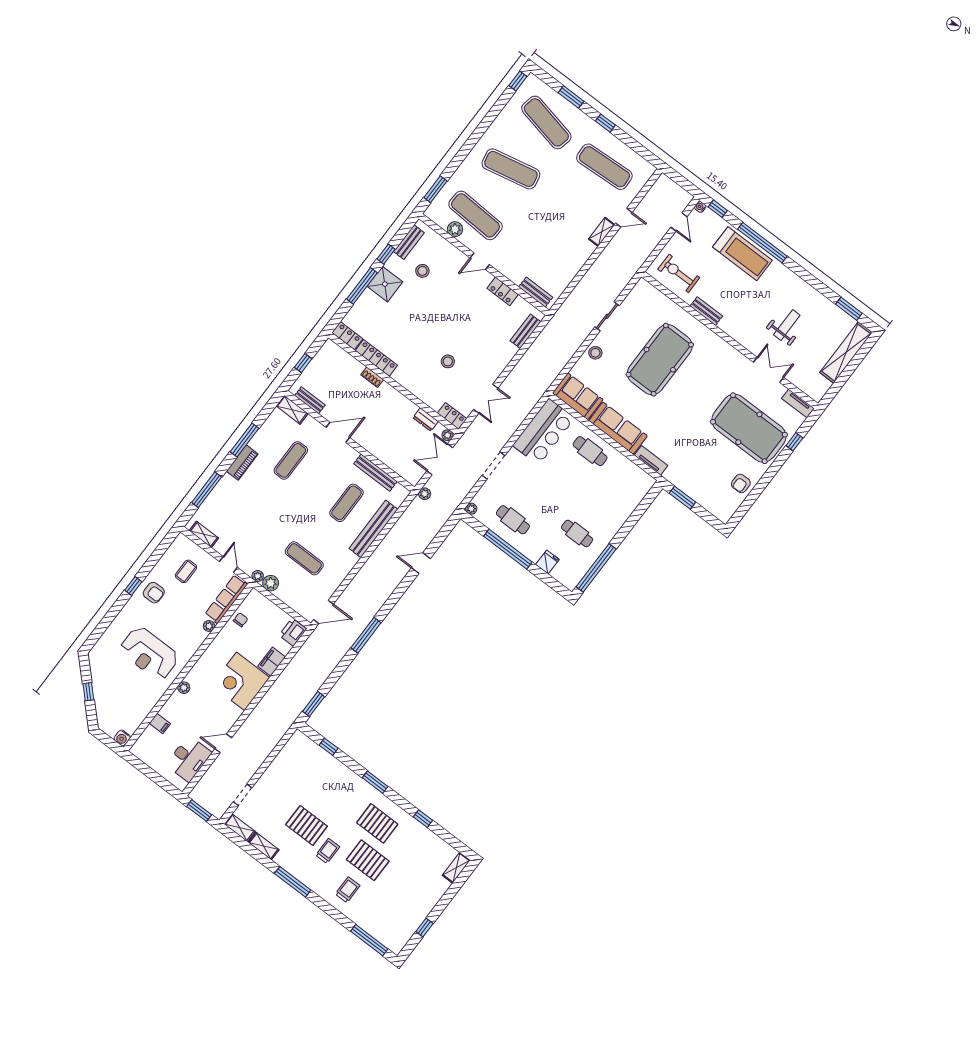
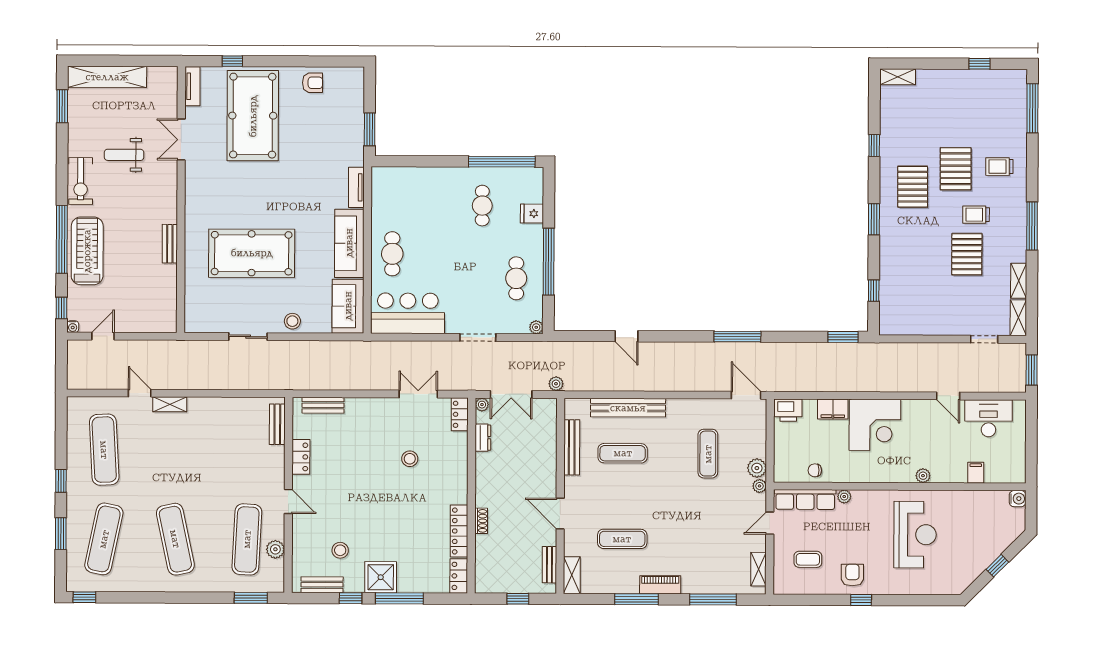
exercise bike: (679, 273) -> (81, 181), moved

